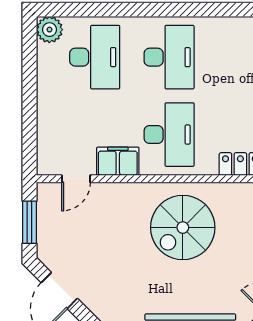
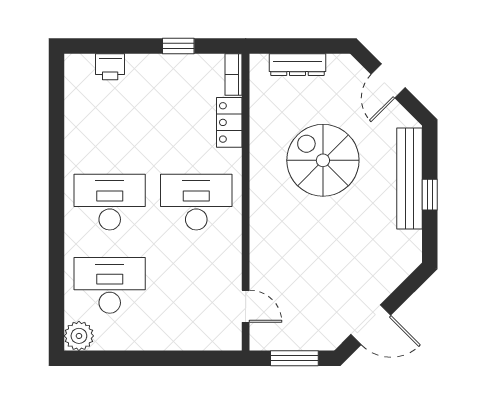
filing cabinet: (118, 161) -> (226, 260), removed
spiral stairs: (183, 228) -> (323, 160), moved, turned 180

